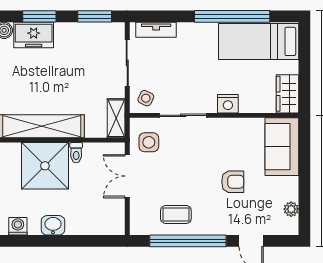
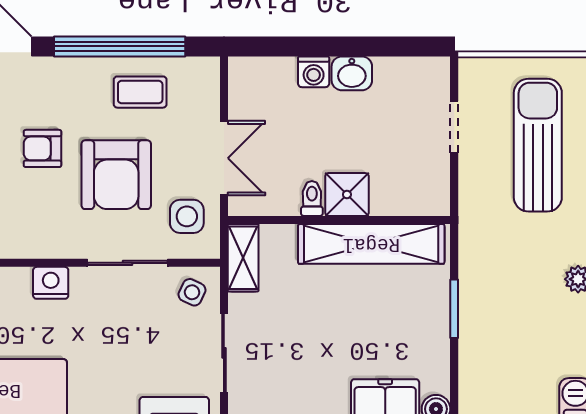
shower: (45, 166) -> (347, 194), width x0.54, depth x0.54
armchair: (190, 167) -> (116, 175), added
washing machine: (18, 226) -> (314, 72), moved

